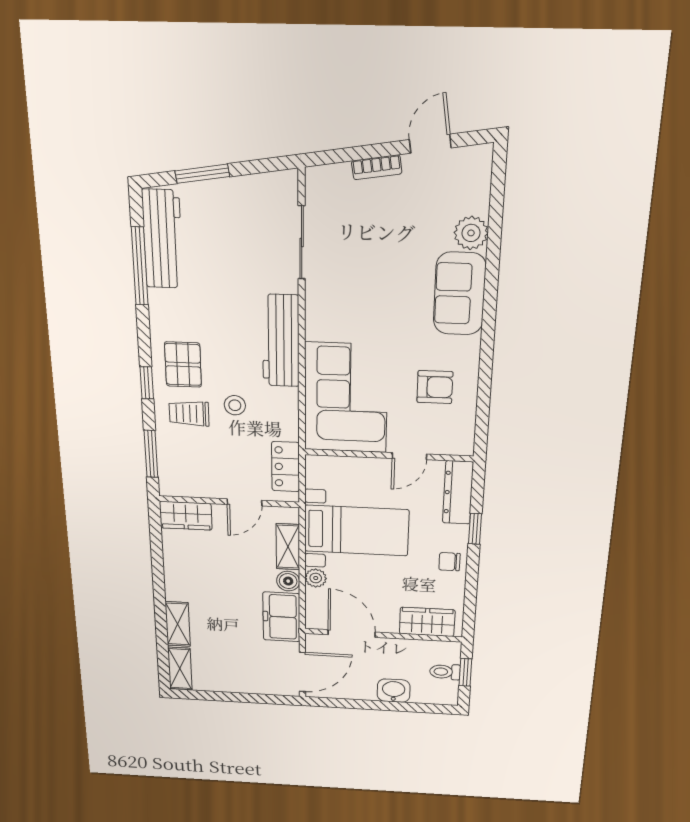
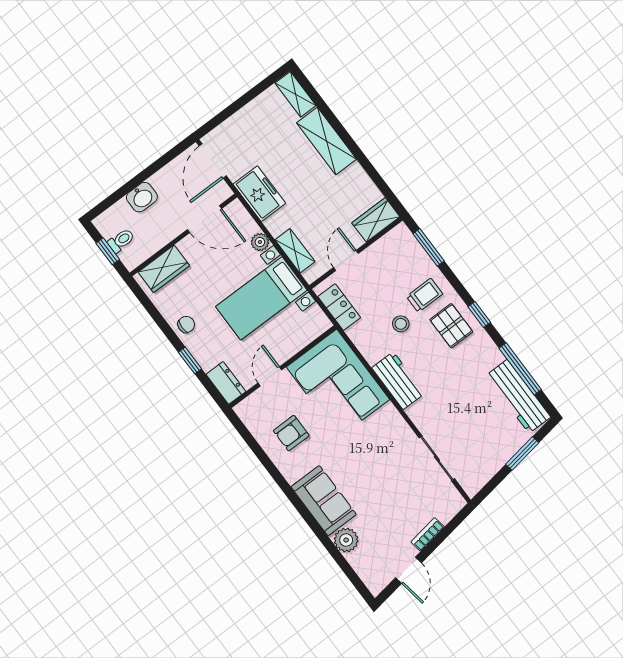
workbench: (281, 341) -> (398, 381), width x0.73
window: (147, 383) -> (479, 315), moved
dresser: (458, 493) -> (226, 383), width x0.70
boiler: (288, 581) -> (276, 225), removed
shelving: (178, 624) -> (327, 141), width x1.50, depth x1.33

